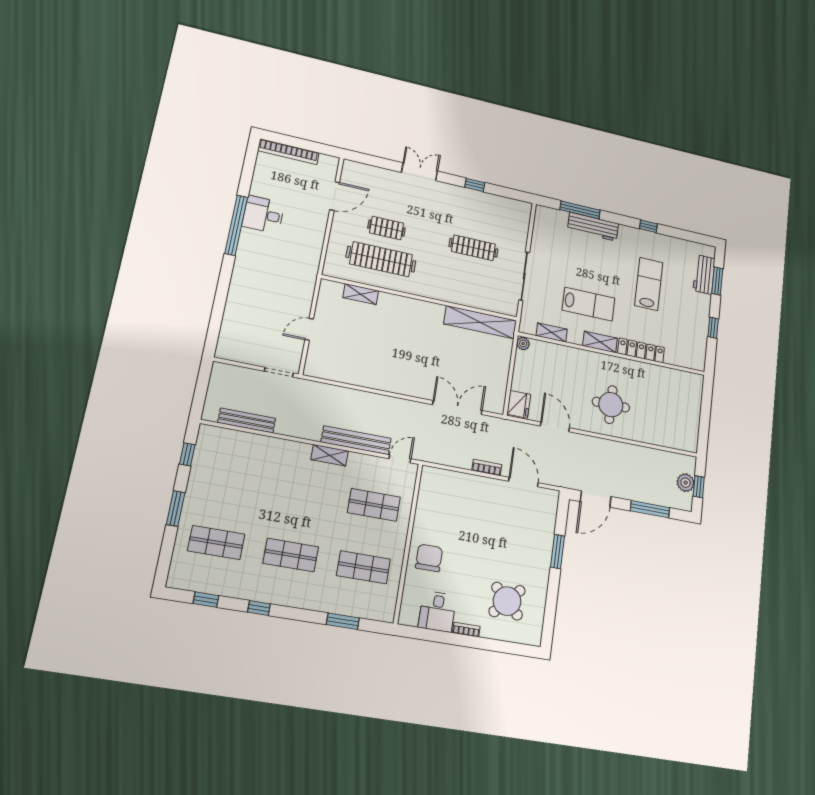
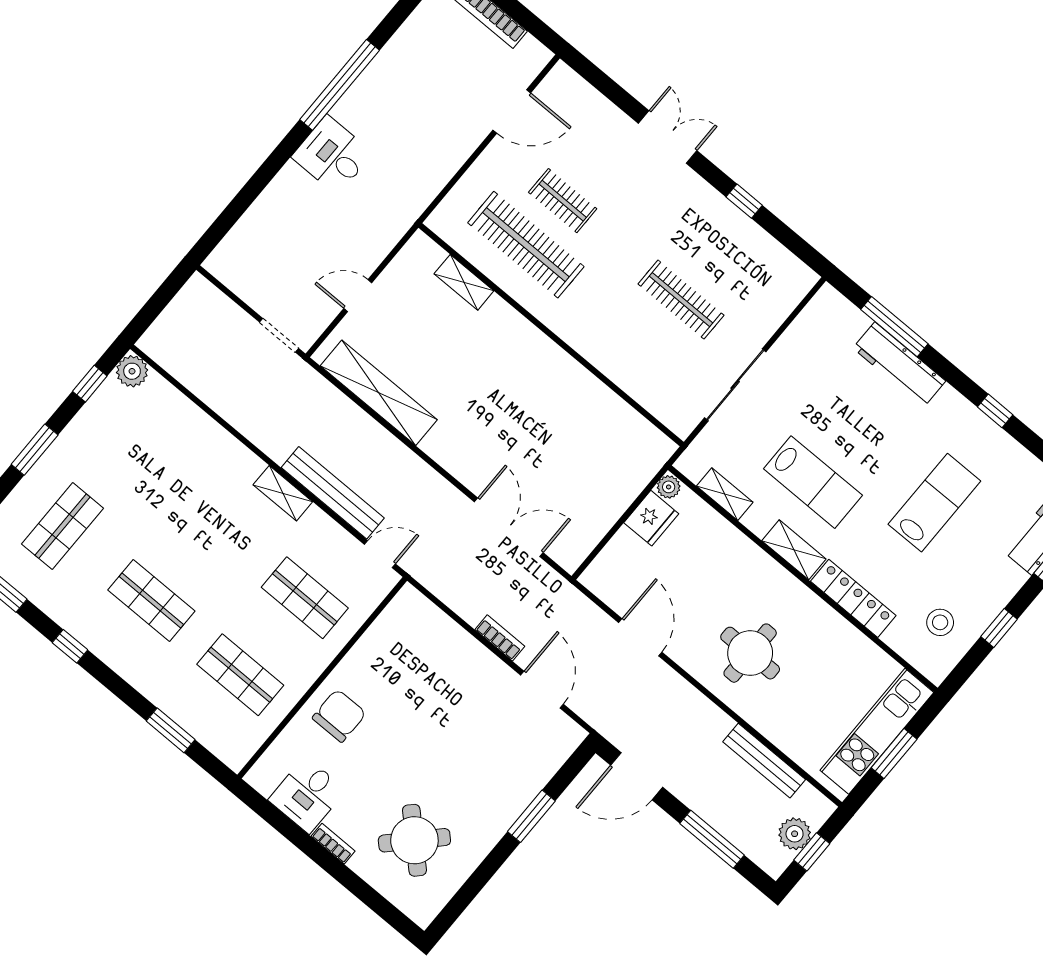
desk: (263, 215) -> (332, 155), moved
shelving: (480, 322) -> (379, 393), moved
stool: (686, 340) -> (940, 622), added
fridge: (519, 404) -> (651, 518), moved
kitchen unit: (691, 409) -> (877, 731), added
window: (705, 415) -> (894, 753), added
bench: (247, 420) -> (764, 761), moved
plant: (208, 435) -> (132, 371), added
shop shelf: (216, 543) -> (62, 526), turned 90

